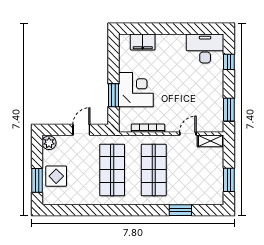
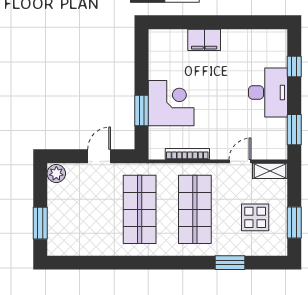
filing cabinet: (143, 42) -> (204, 40), moved
desk: (205, 48) -> (268, 93), moved, turned 90
display table: (56, 176) -> (255, 217), moved

